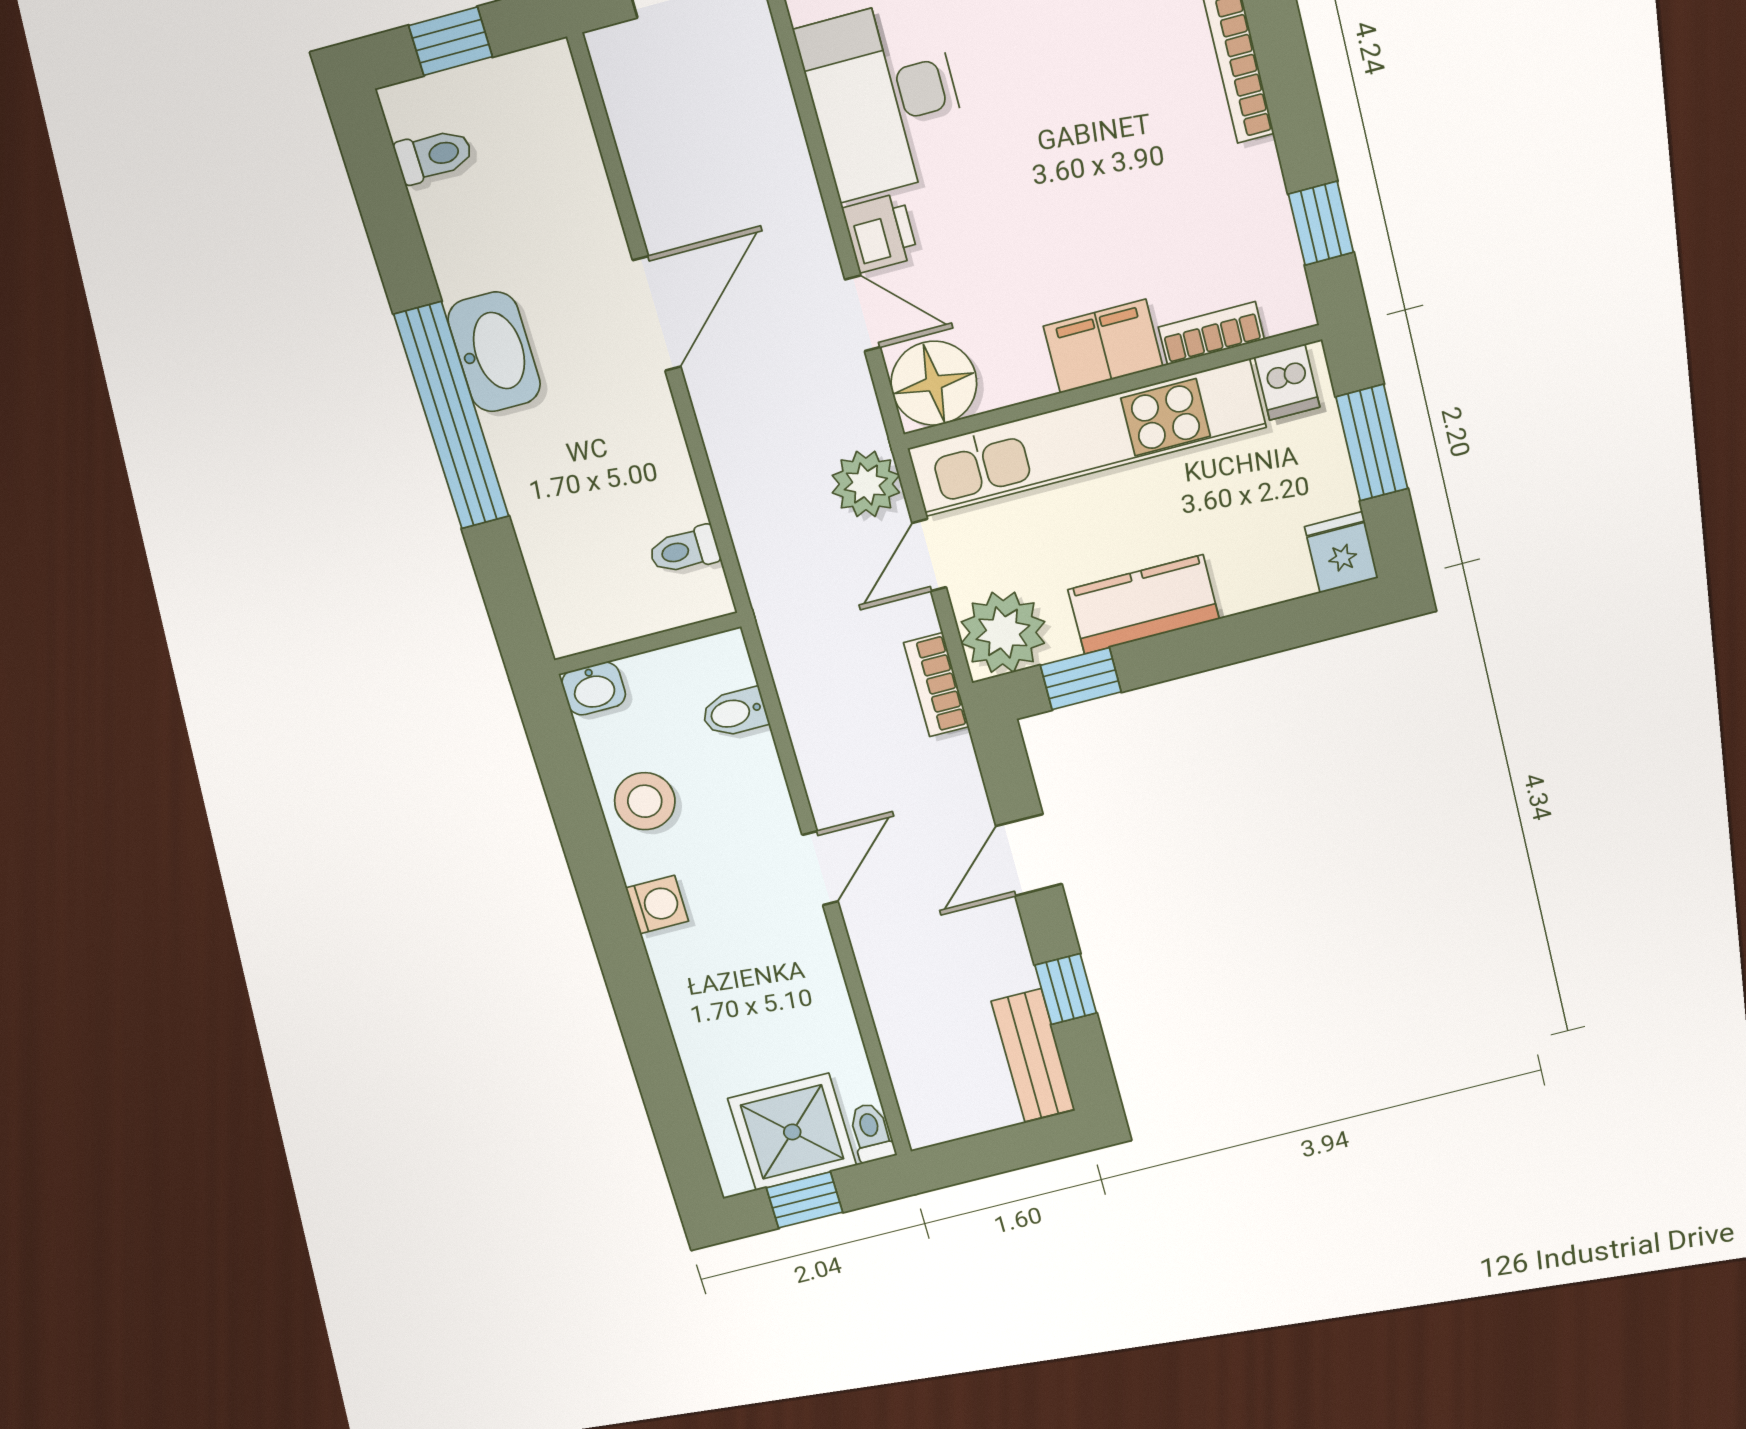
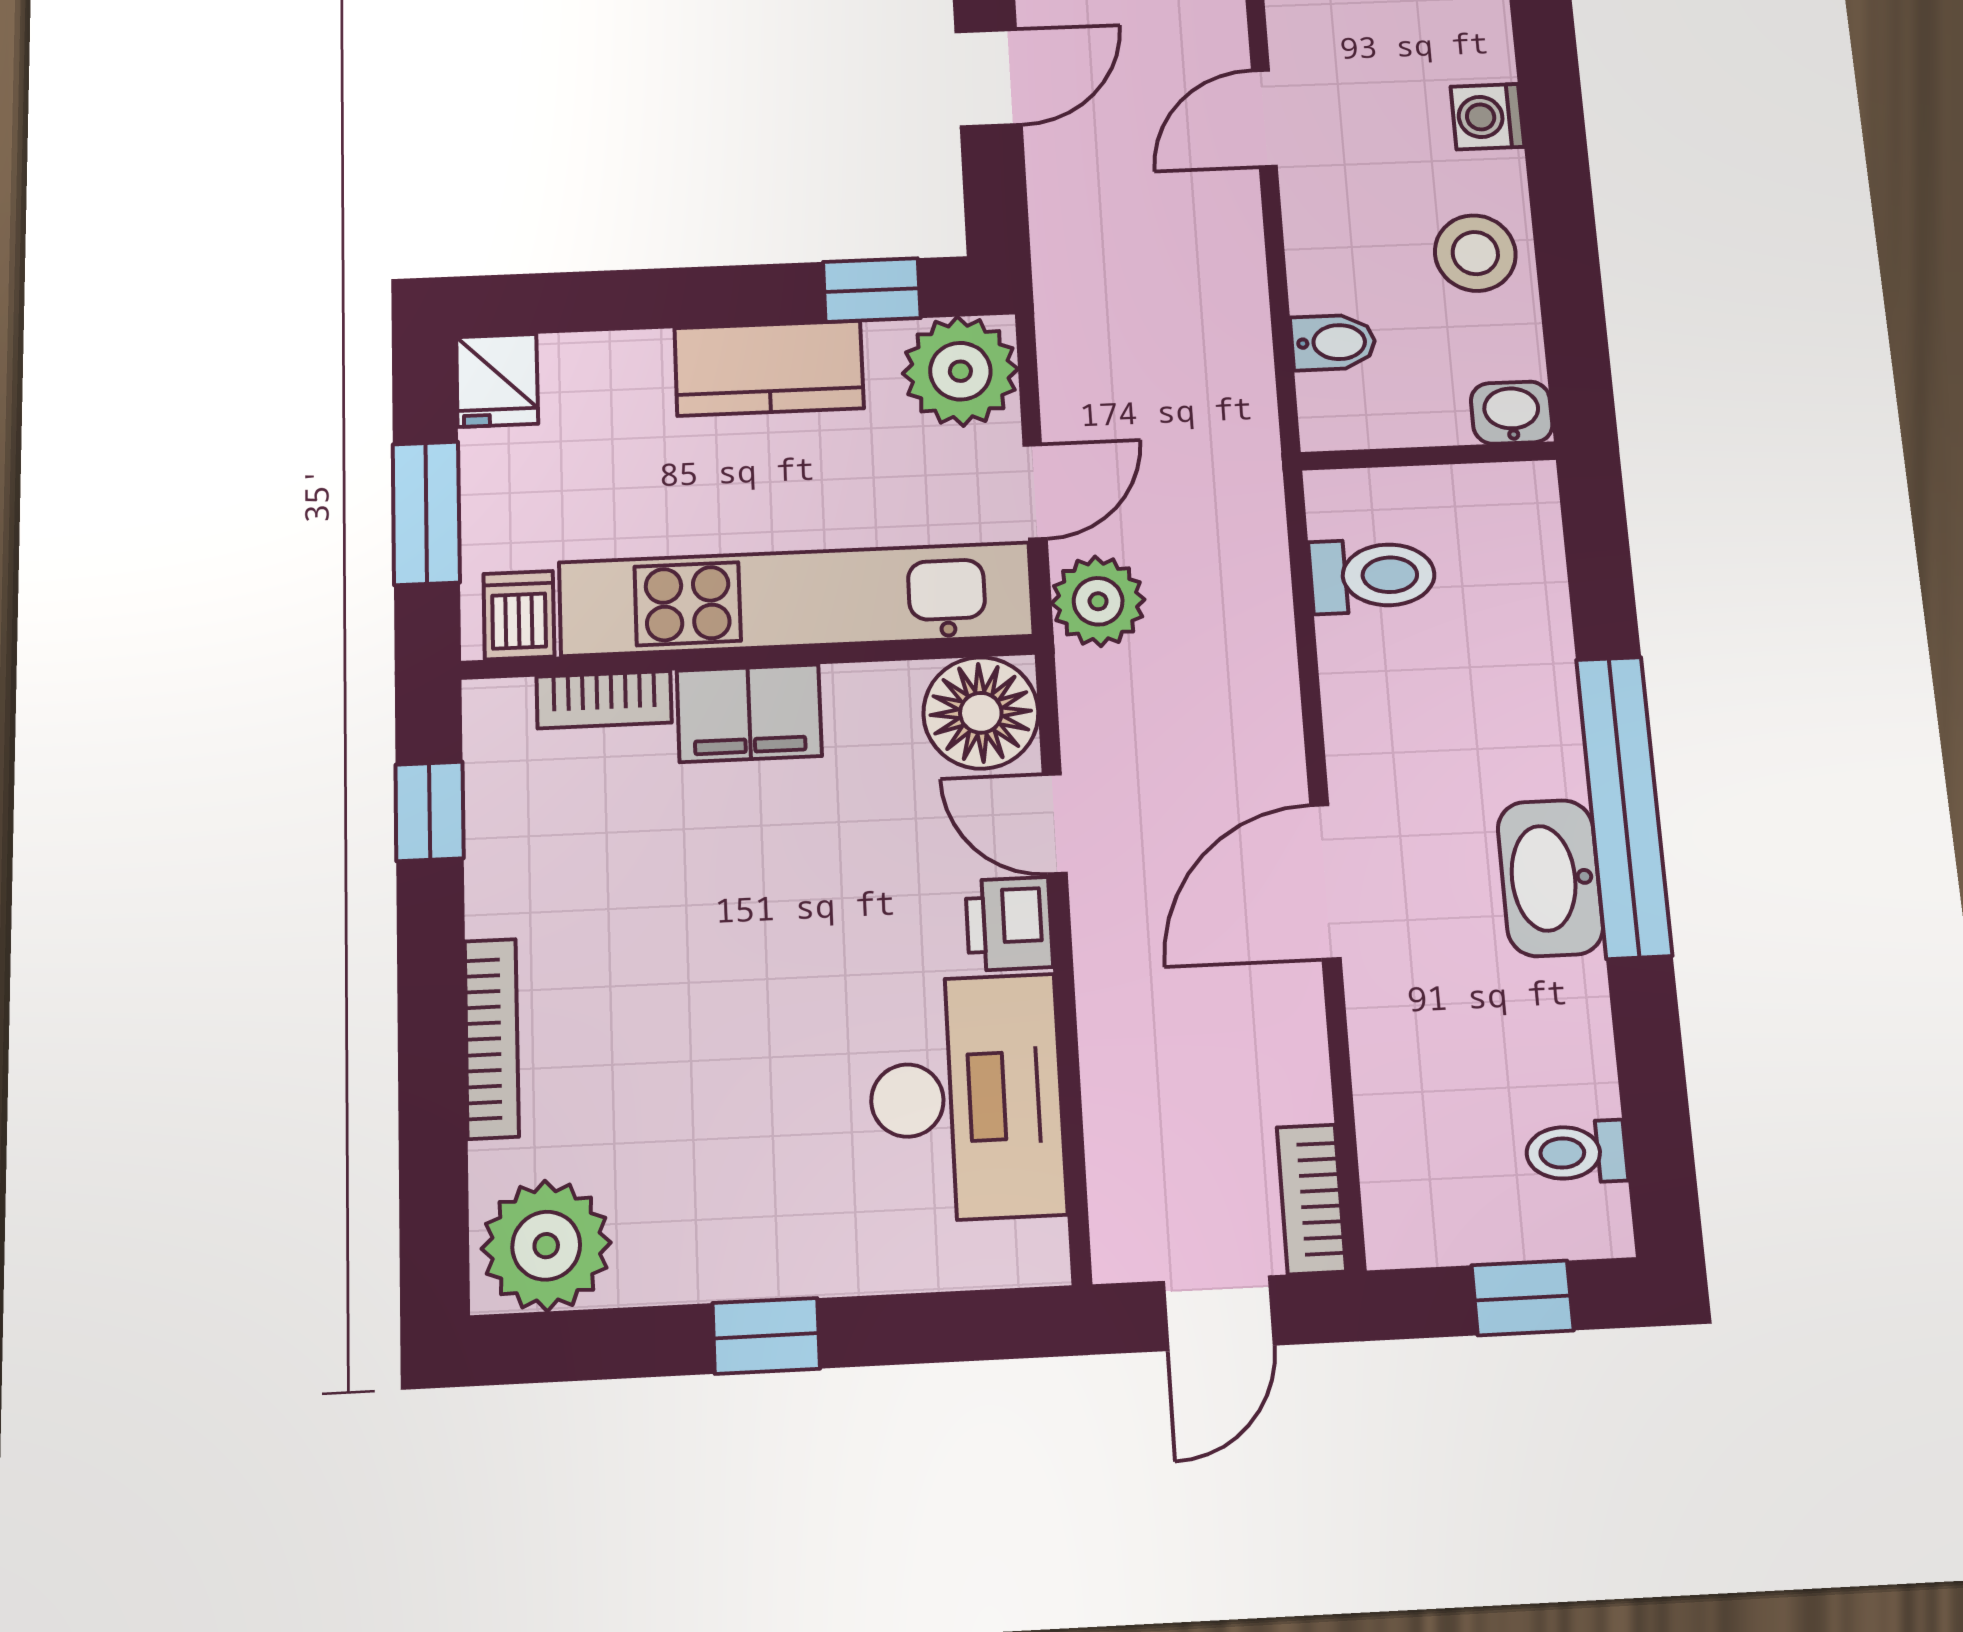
toilet: (684, 550) -> (1373, 576), width x1.37, depth x1.39
bookcase: (936, 685) -> (1311, 1199), moved, turned 180

